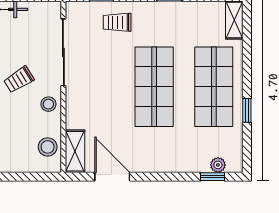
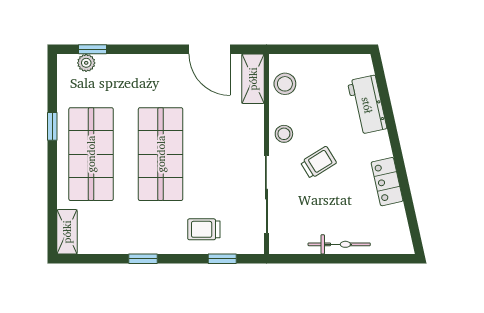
trolley: (117, 22) -> (204, 229), turned 180

